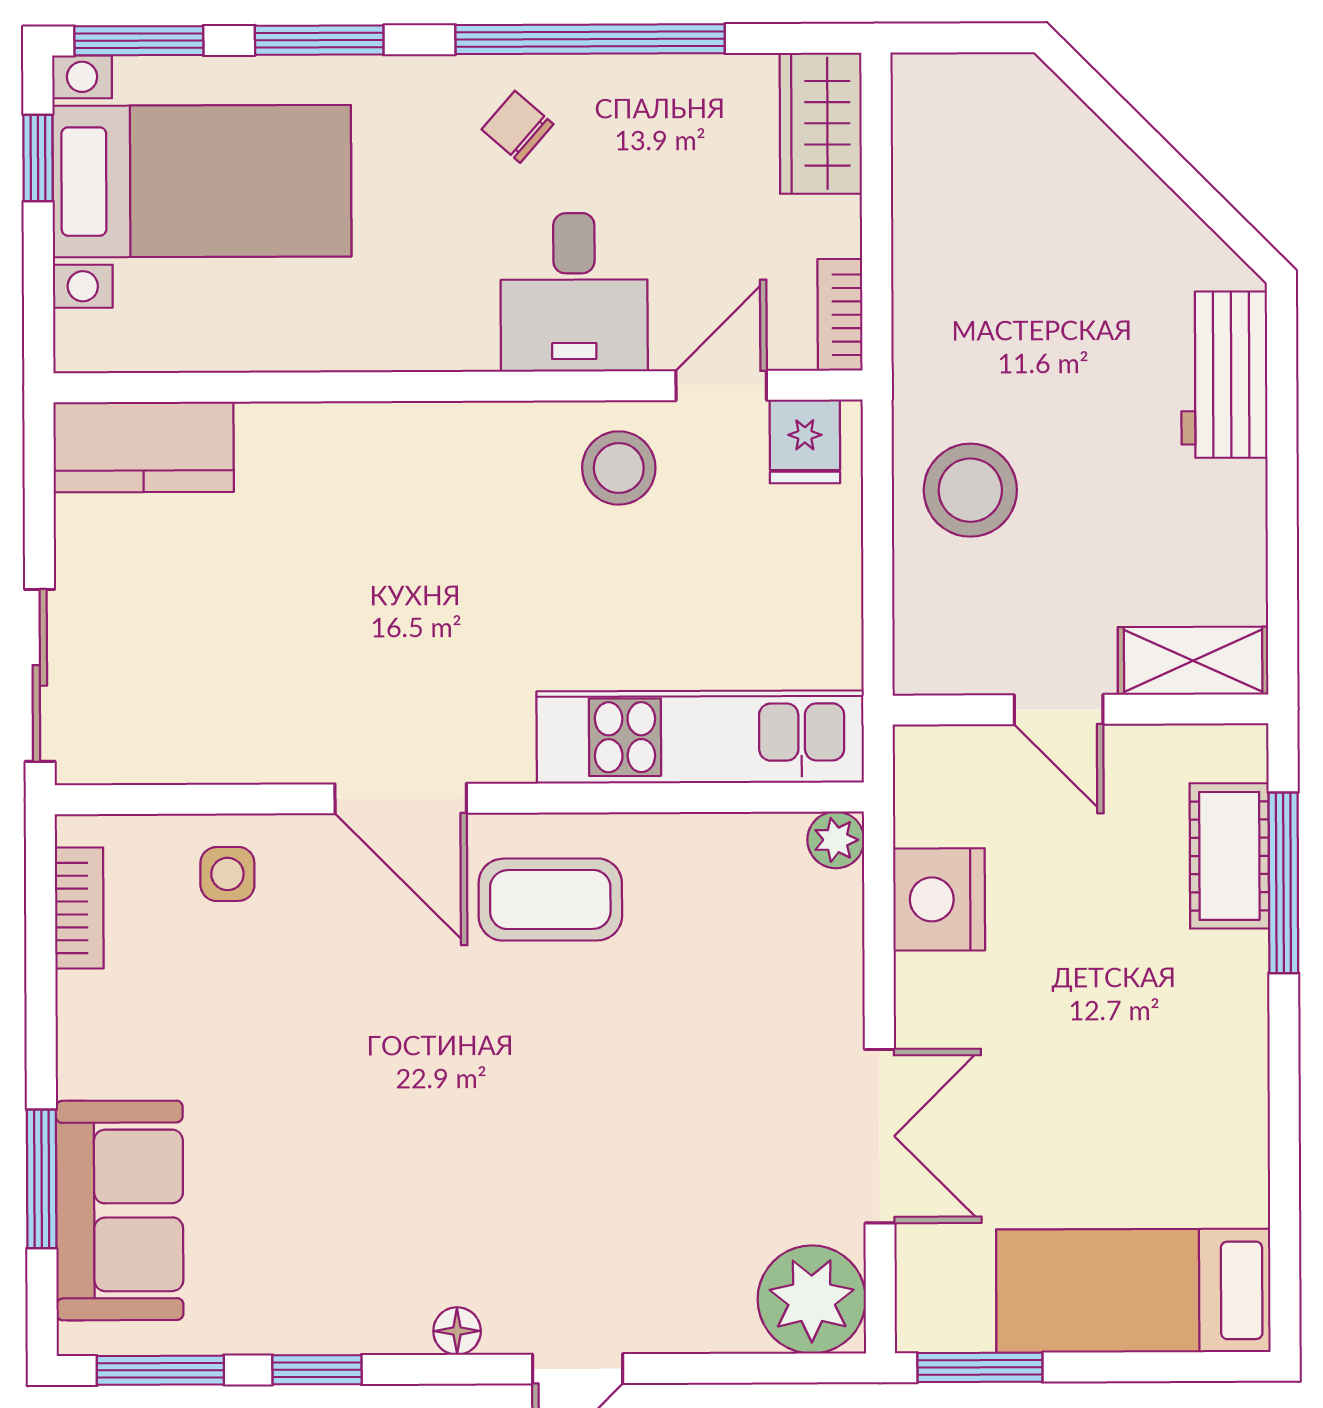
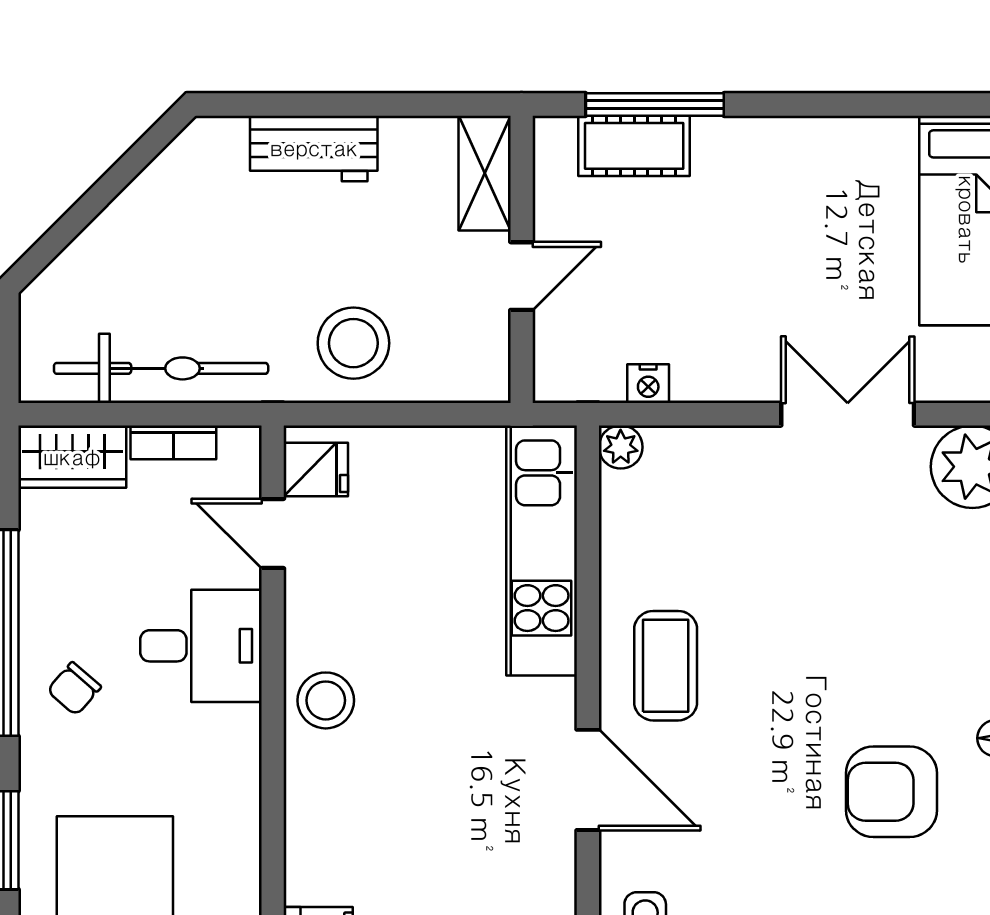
bicycle: (936, 239) -> (161, 368), added
bookcase: (840, 315) -> (173, 442), moved
workbench: (1224, 375) -> (314, 148), moved
stool: (619, 468) -> (326, 700), moved
door: (401, 799) -> (588, 780), hinge flipped
nightstand: (939, 899) -> (648, 384), width x0.53, depth x0.56
armchair: (387, 1195) -> (891, 792), added

